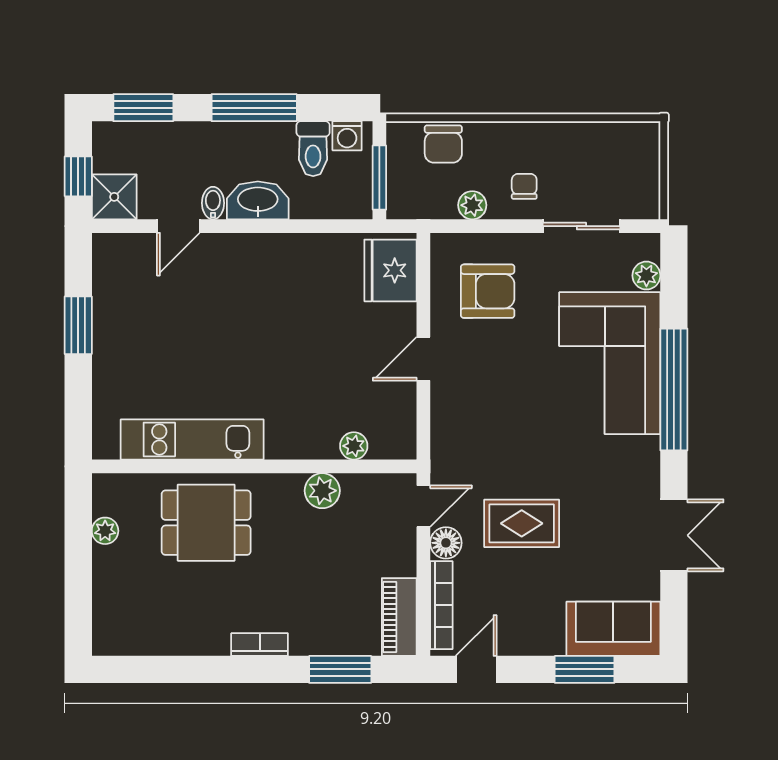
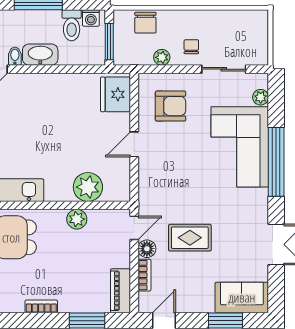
plant: (354, 446) -> (88, 187), width x1.87, depth x1.87
bookcase: (441, 605) -> (144, 275), width x0.64

